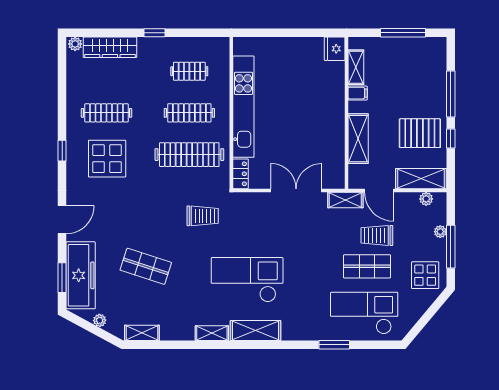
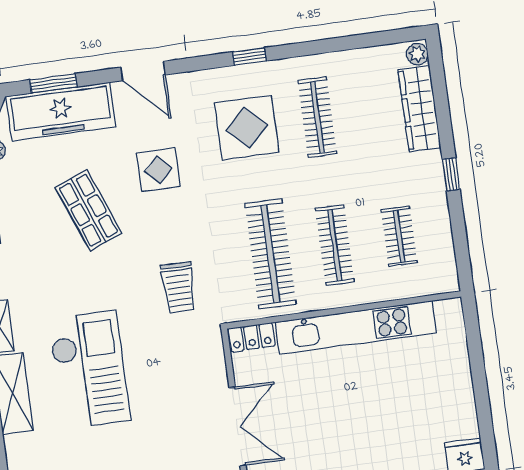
display table: (126, 218) -> (158, 170), added
shop shelf: (146, 266) -> (88, 210), turned -39

